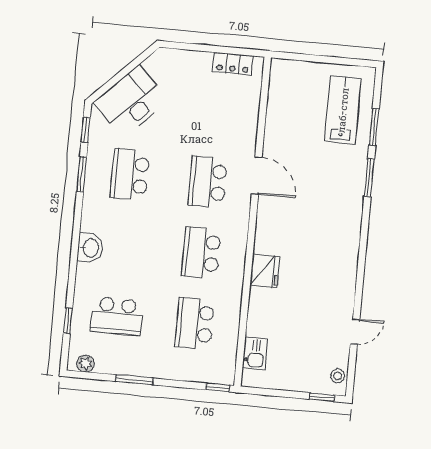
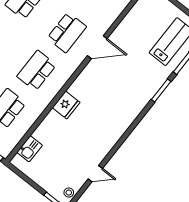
door: (257, 176) -> (97, 47), hinge flipped
school desk: (208, 182) -> (67, 32), turned 180

